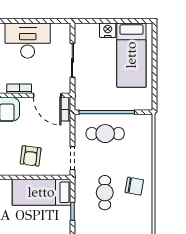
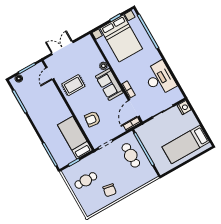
nightstand: (108, 30) -> (184, 108), moved
cafe table: (105, 193) -> (86, 180), moved

